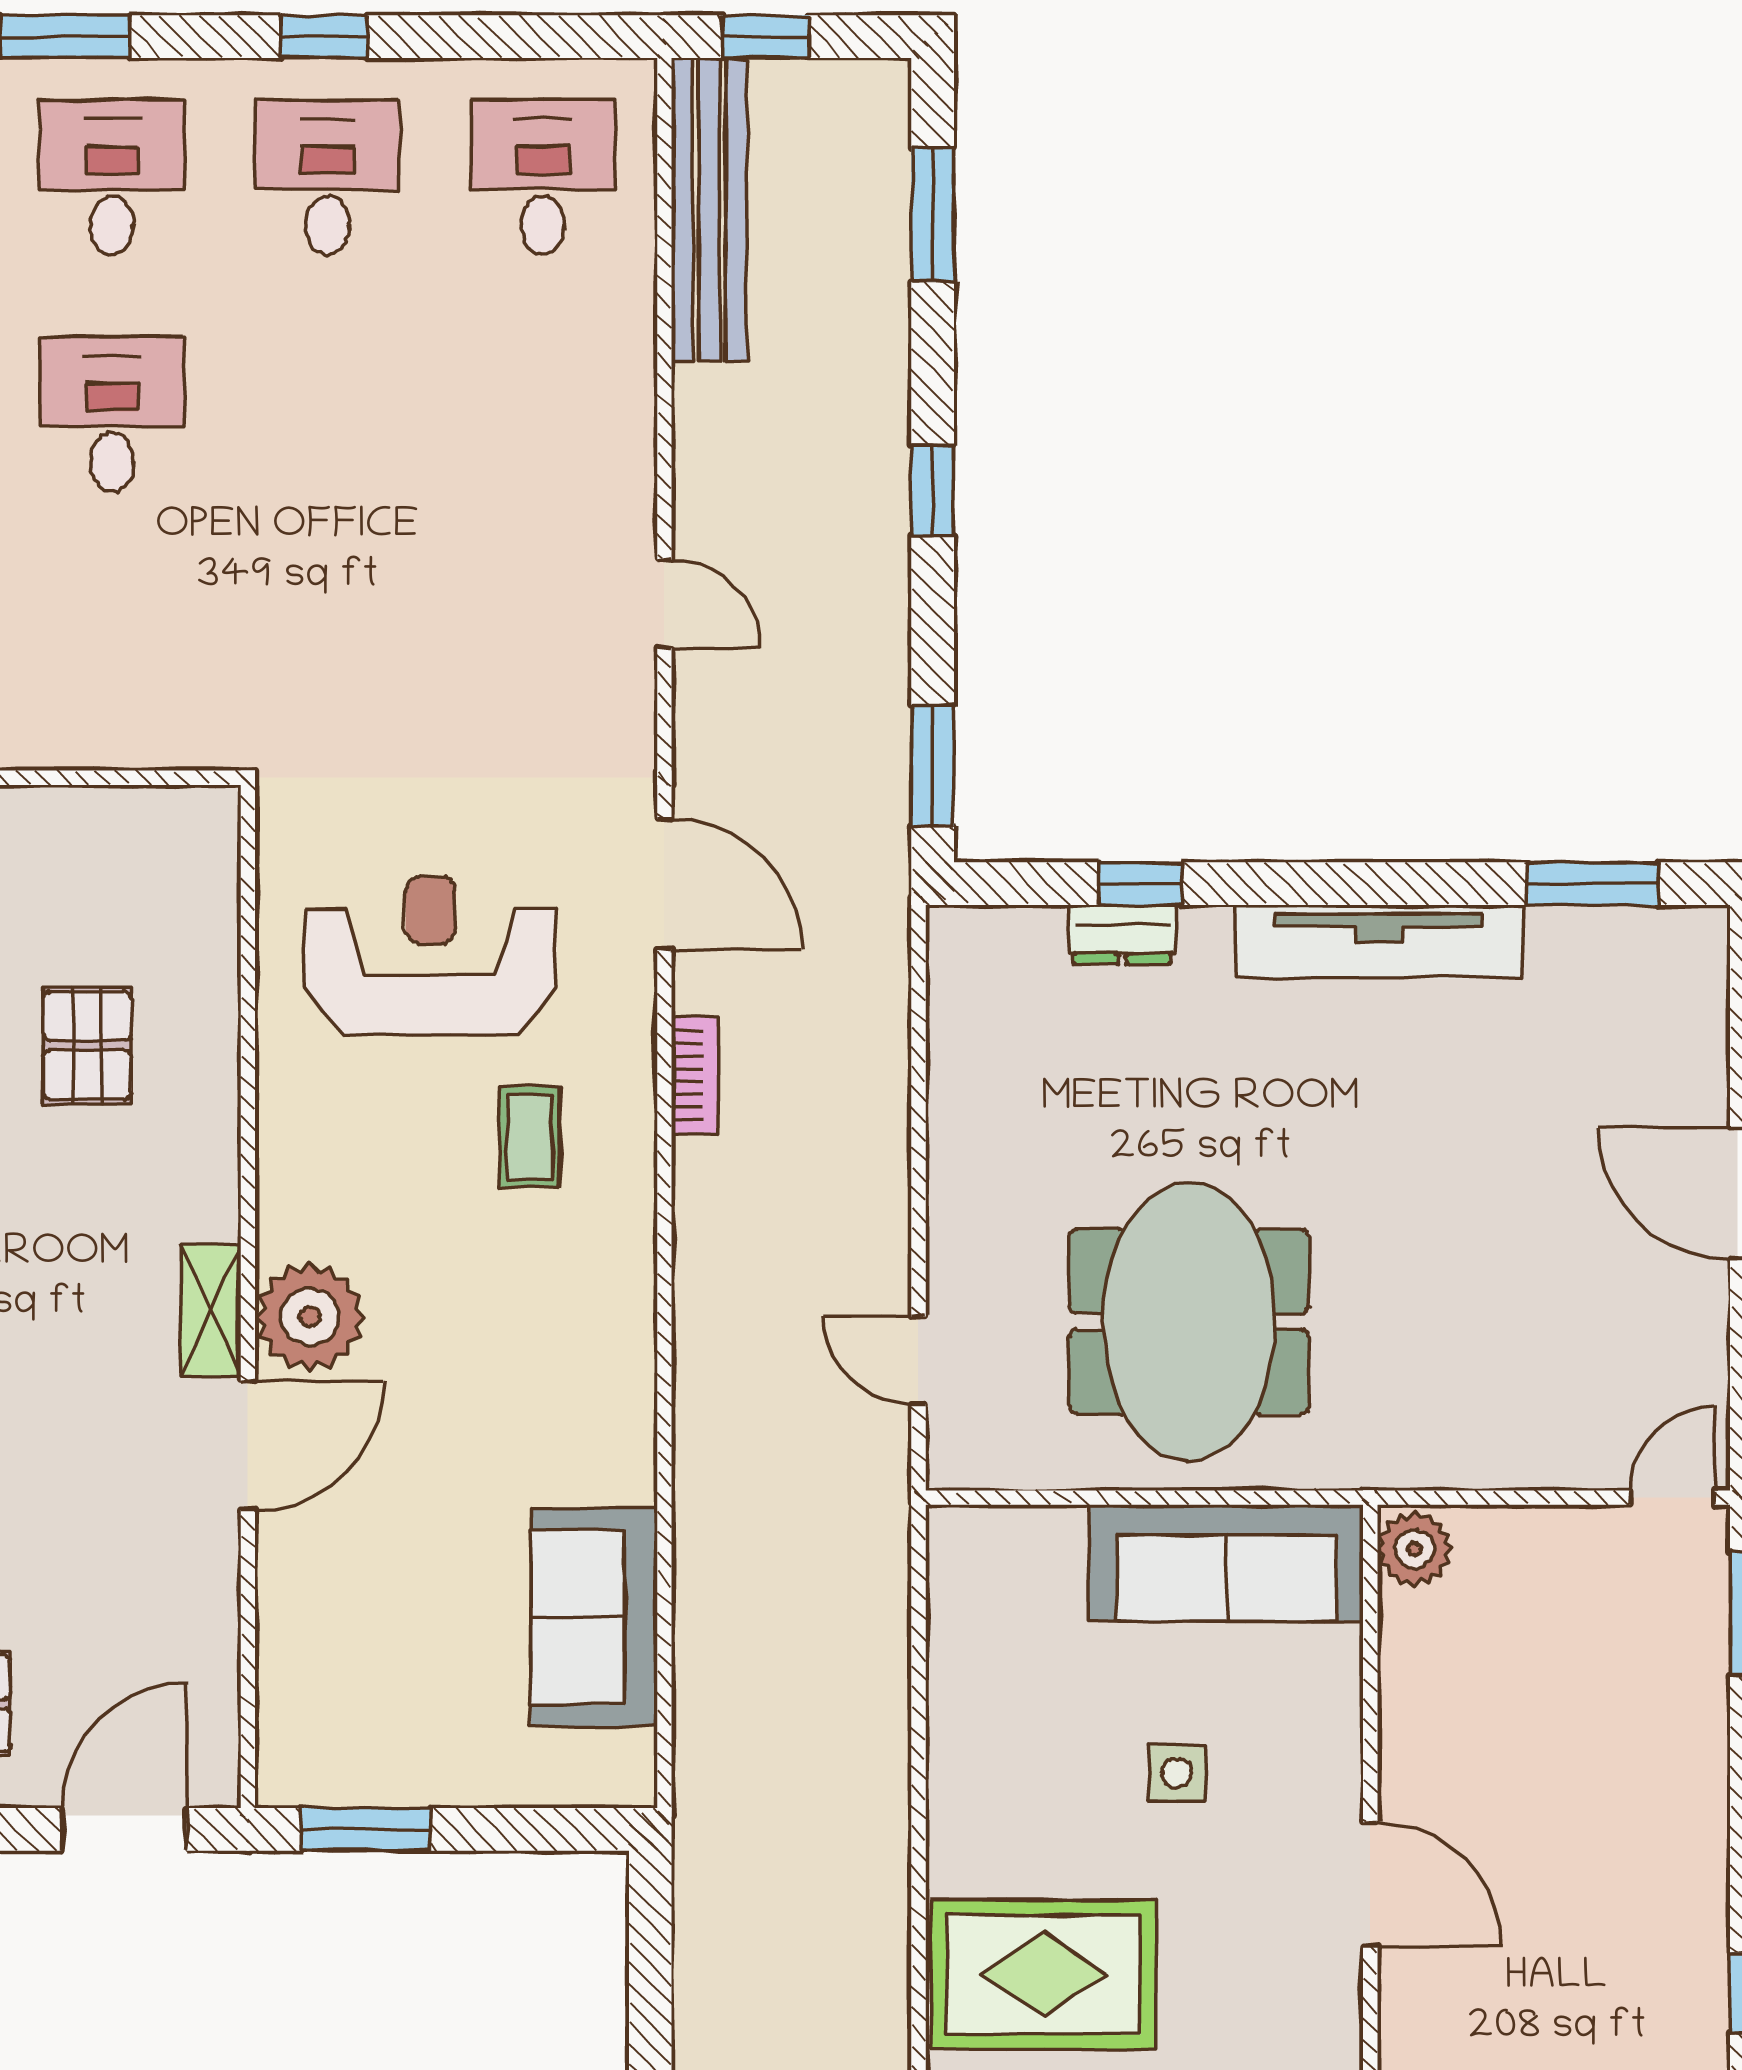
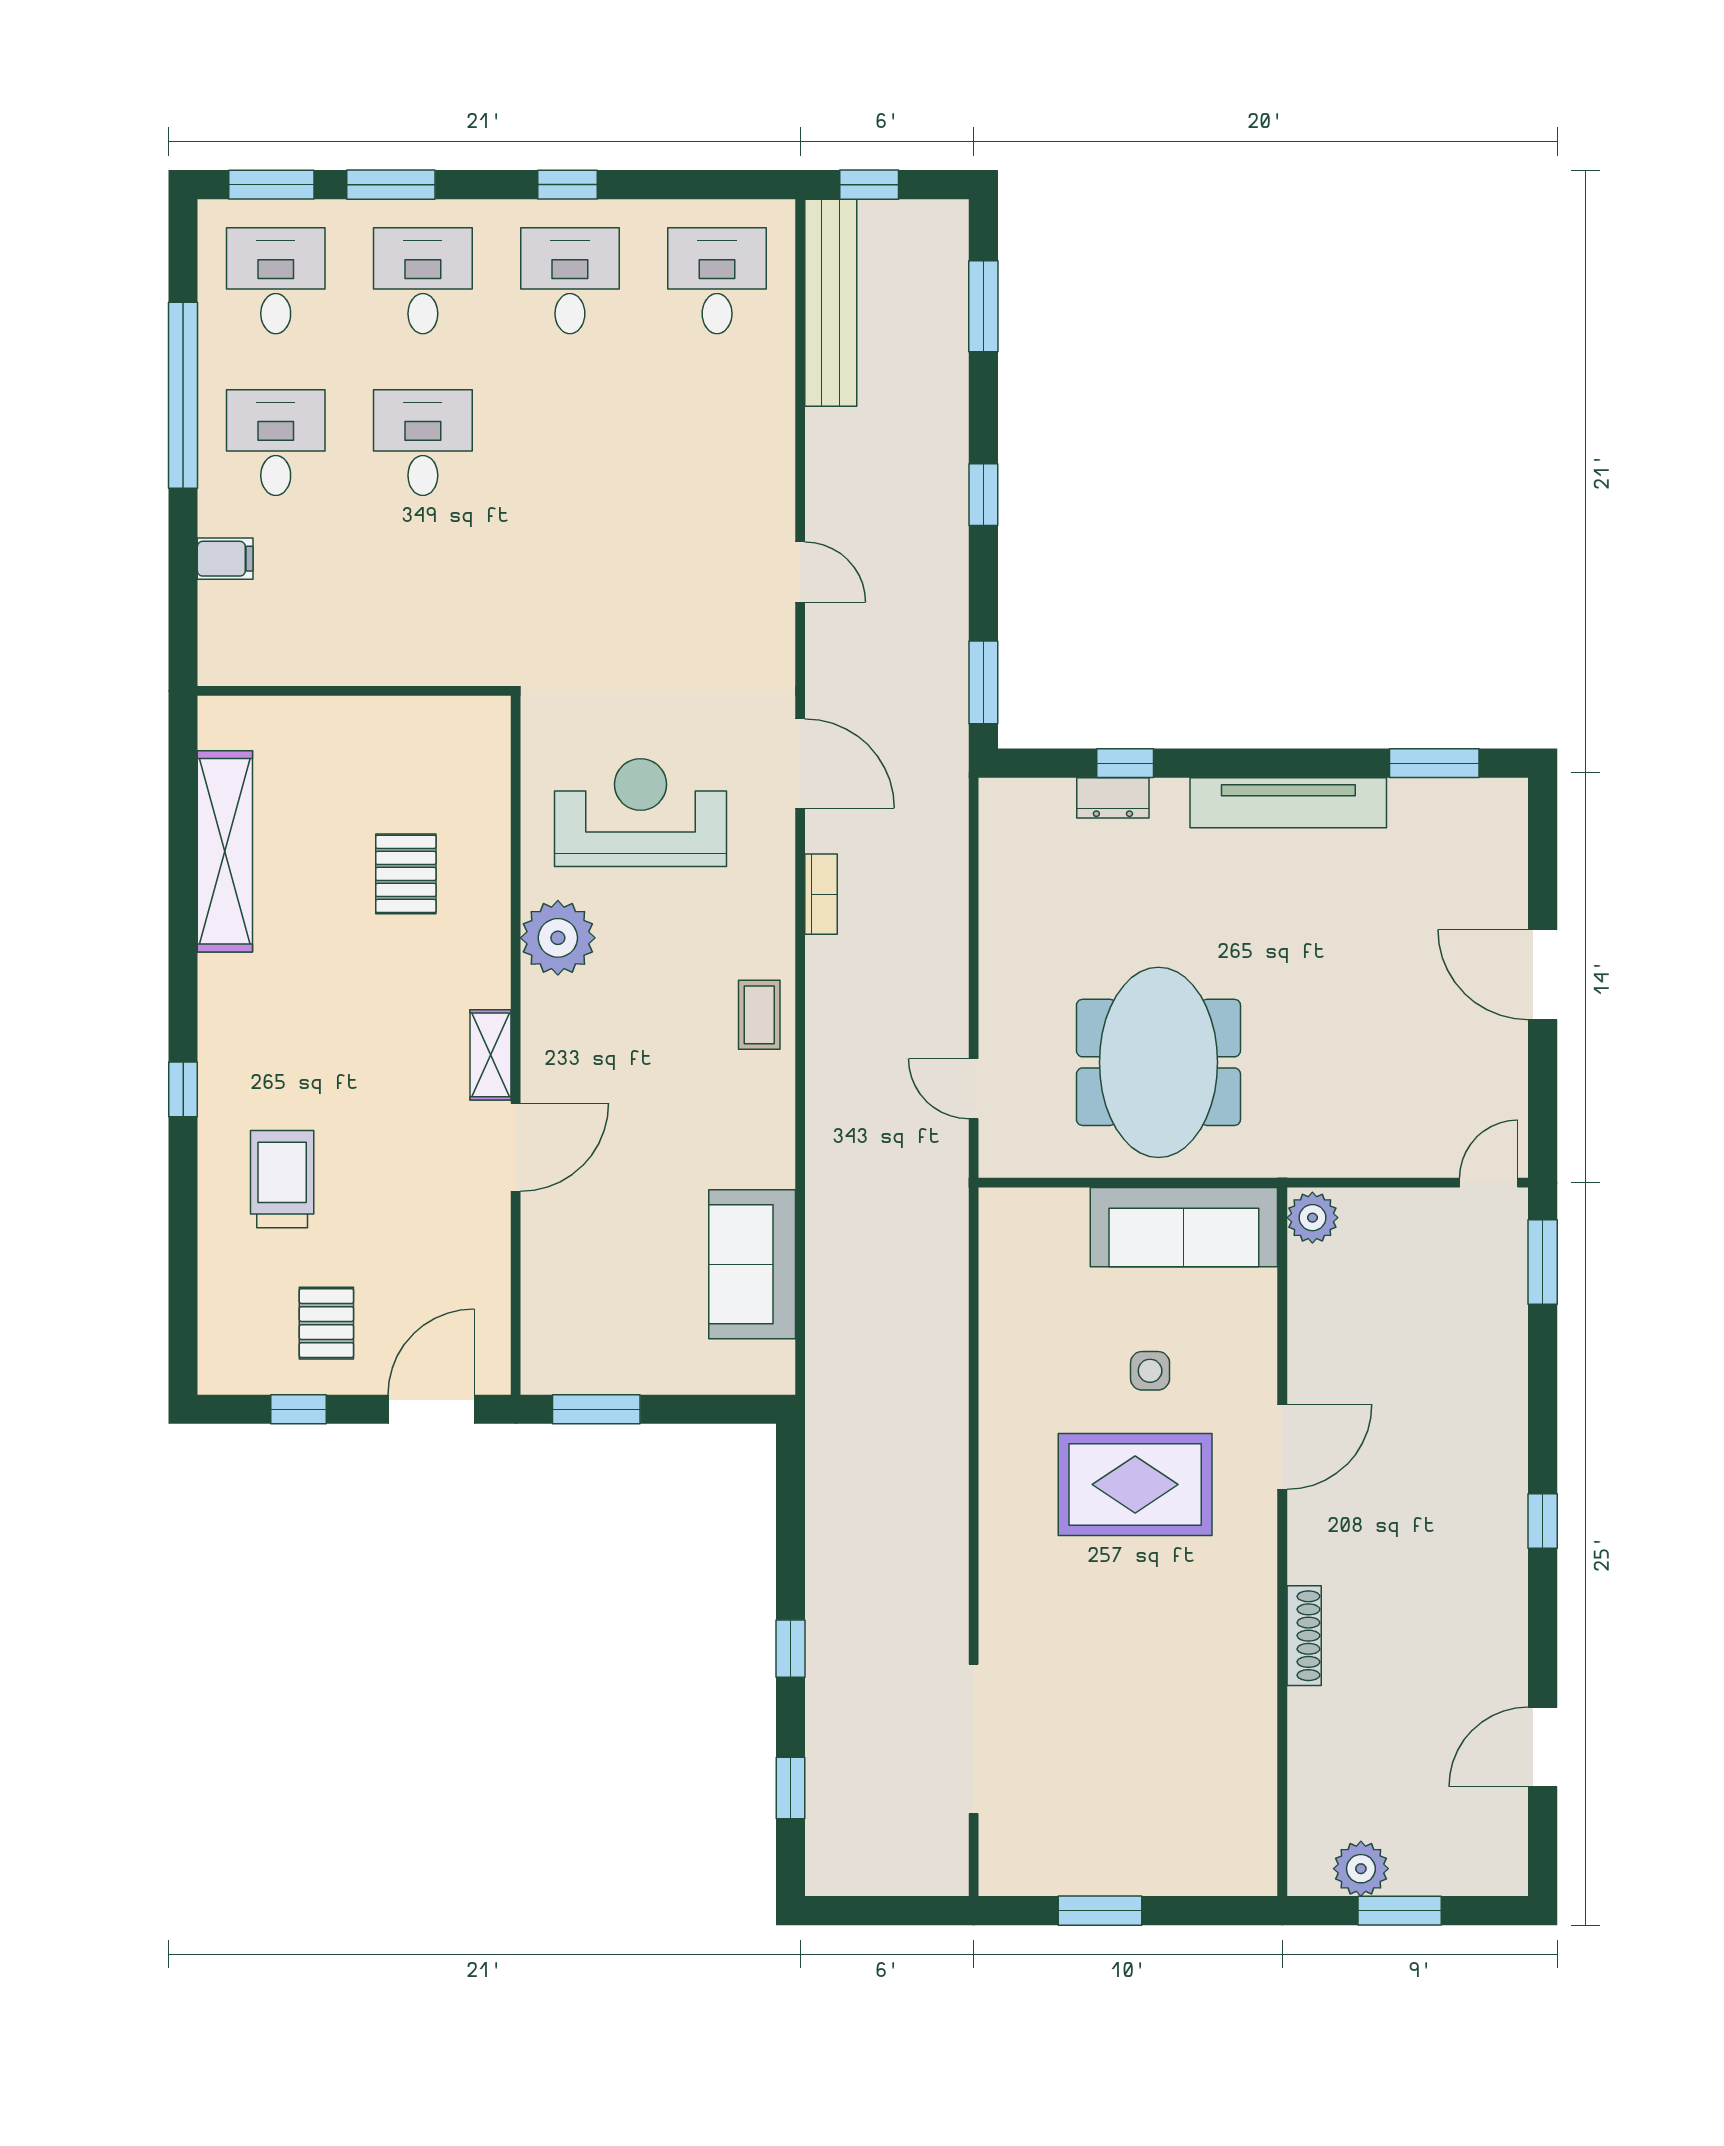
coffee table: (530, 1137) -> (759, 1015), moved
plant: (310, 1317) -> (558, 938), moved
door: (1370, 1884) -> (1282, 1447), hinge flipped
rug: (1044, 1974) -> (1135, 1484), moved

